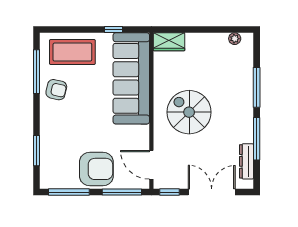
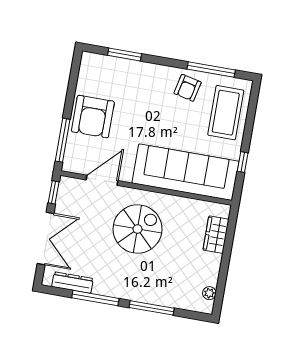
wardrobe: (169, 42) -> (216, 235), moved
door: (151, 165) -> (102, 180), moved
window: (69, 192) -> (73, 82), removed

